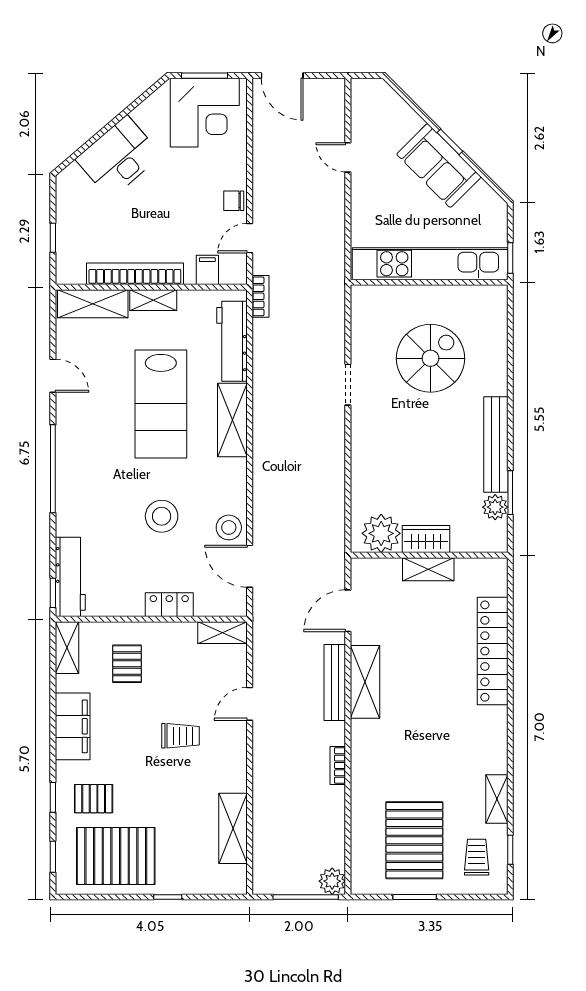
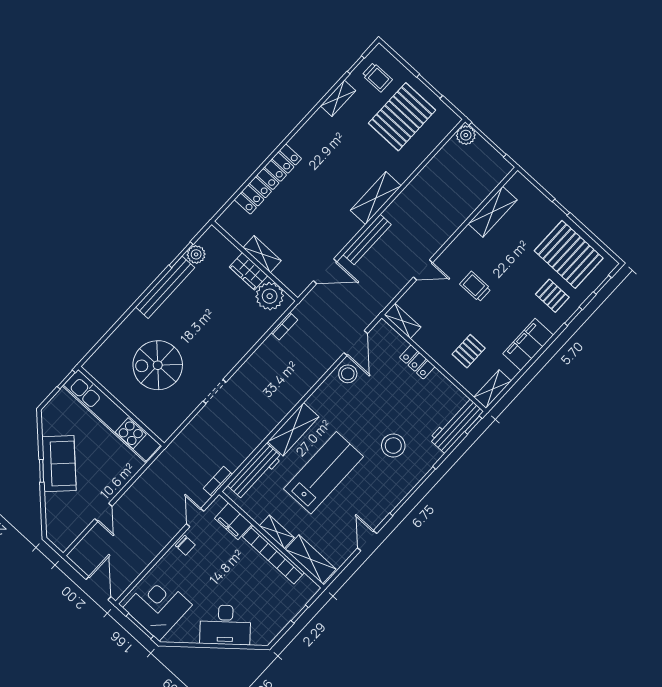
door: (250, 238) -> (195, 518), swing flipped
filing cabinet: (207, 270) -> (233, 521), width x2.00
stool: (162, 516) -> (393, 446), moved
shelving: (365, 682) -> (376, 198), moved
bookcase: (338, 765) -> (285, 326), moved
trolley: (477, 857) -> (377, 77), turned -90

